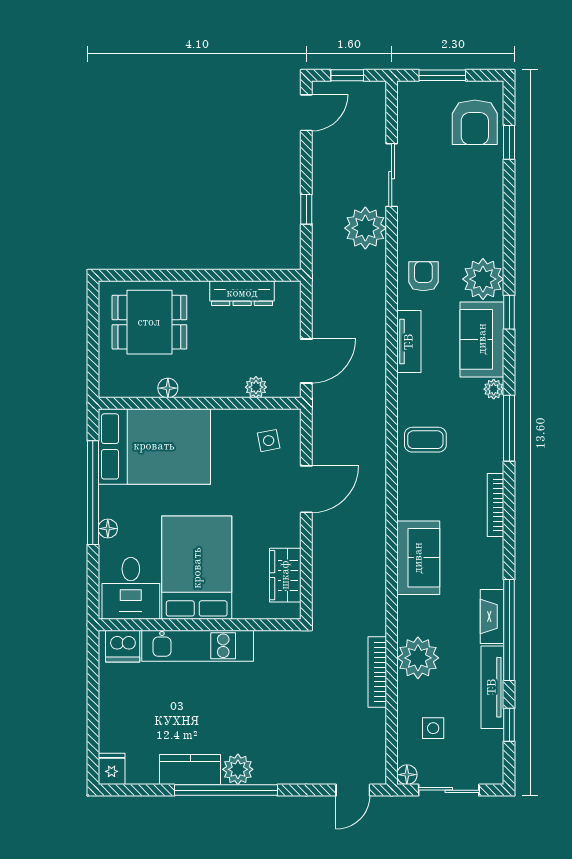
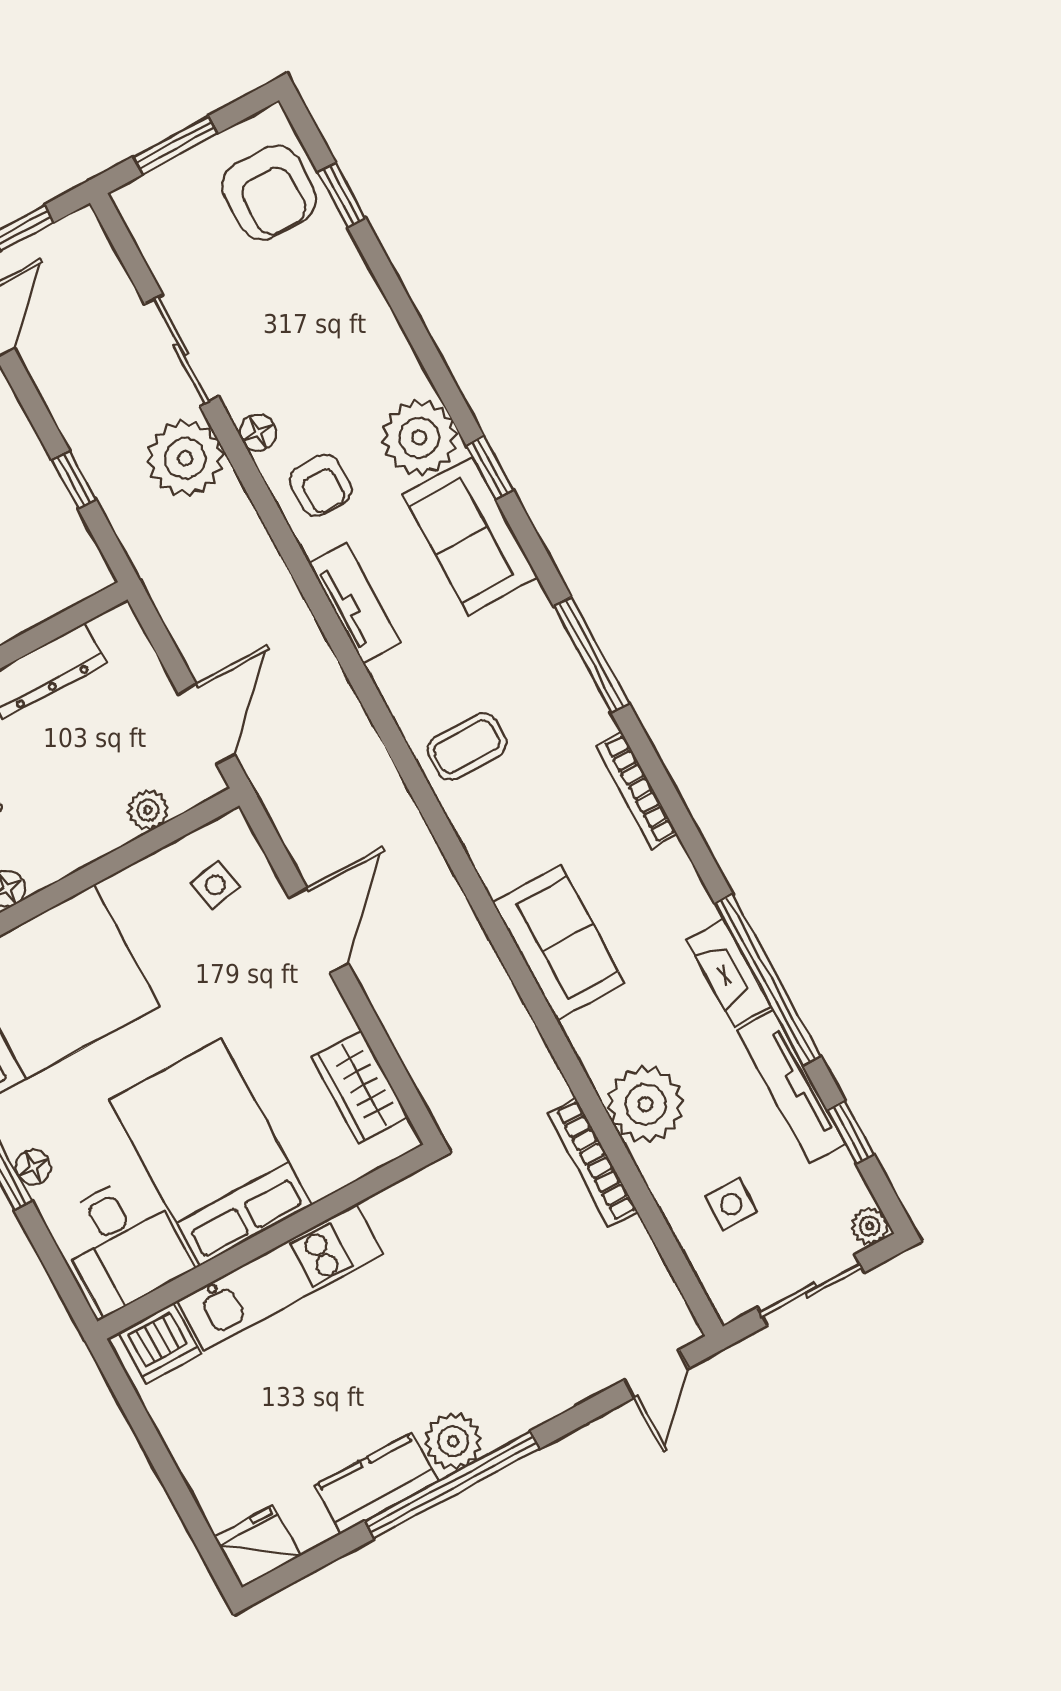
armchair: (423, 276) -> (321, 485), turned 180
plant: (494, 389) -> (870, 1226), moved
fridge: (112, 769) -> (258, 1546), width x1.38
floor lamp: (407, 775) -> (258, 433), moved

